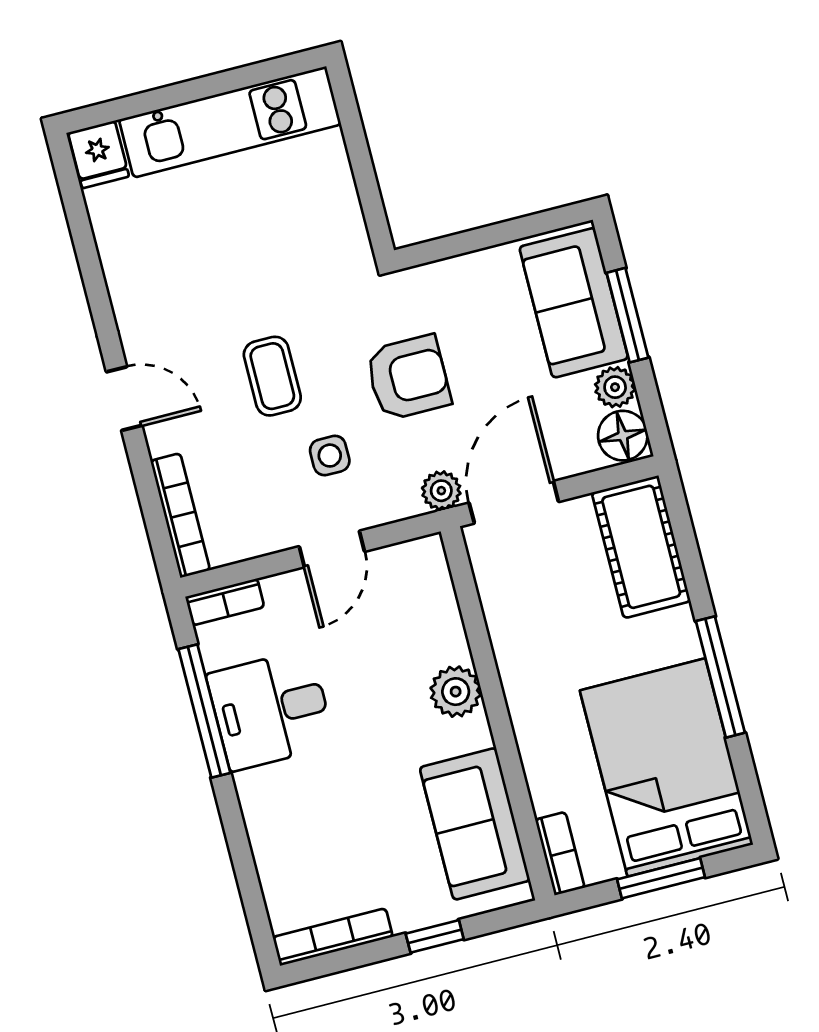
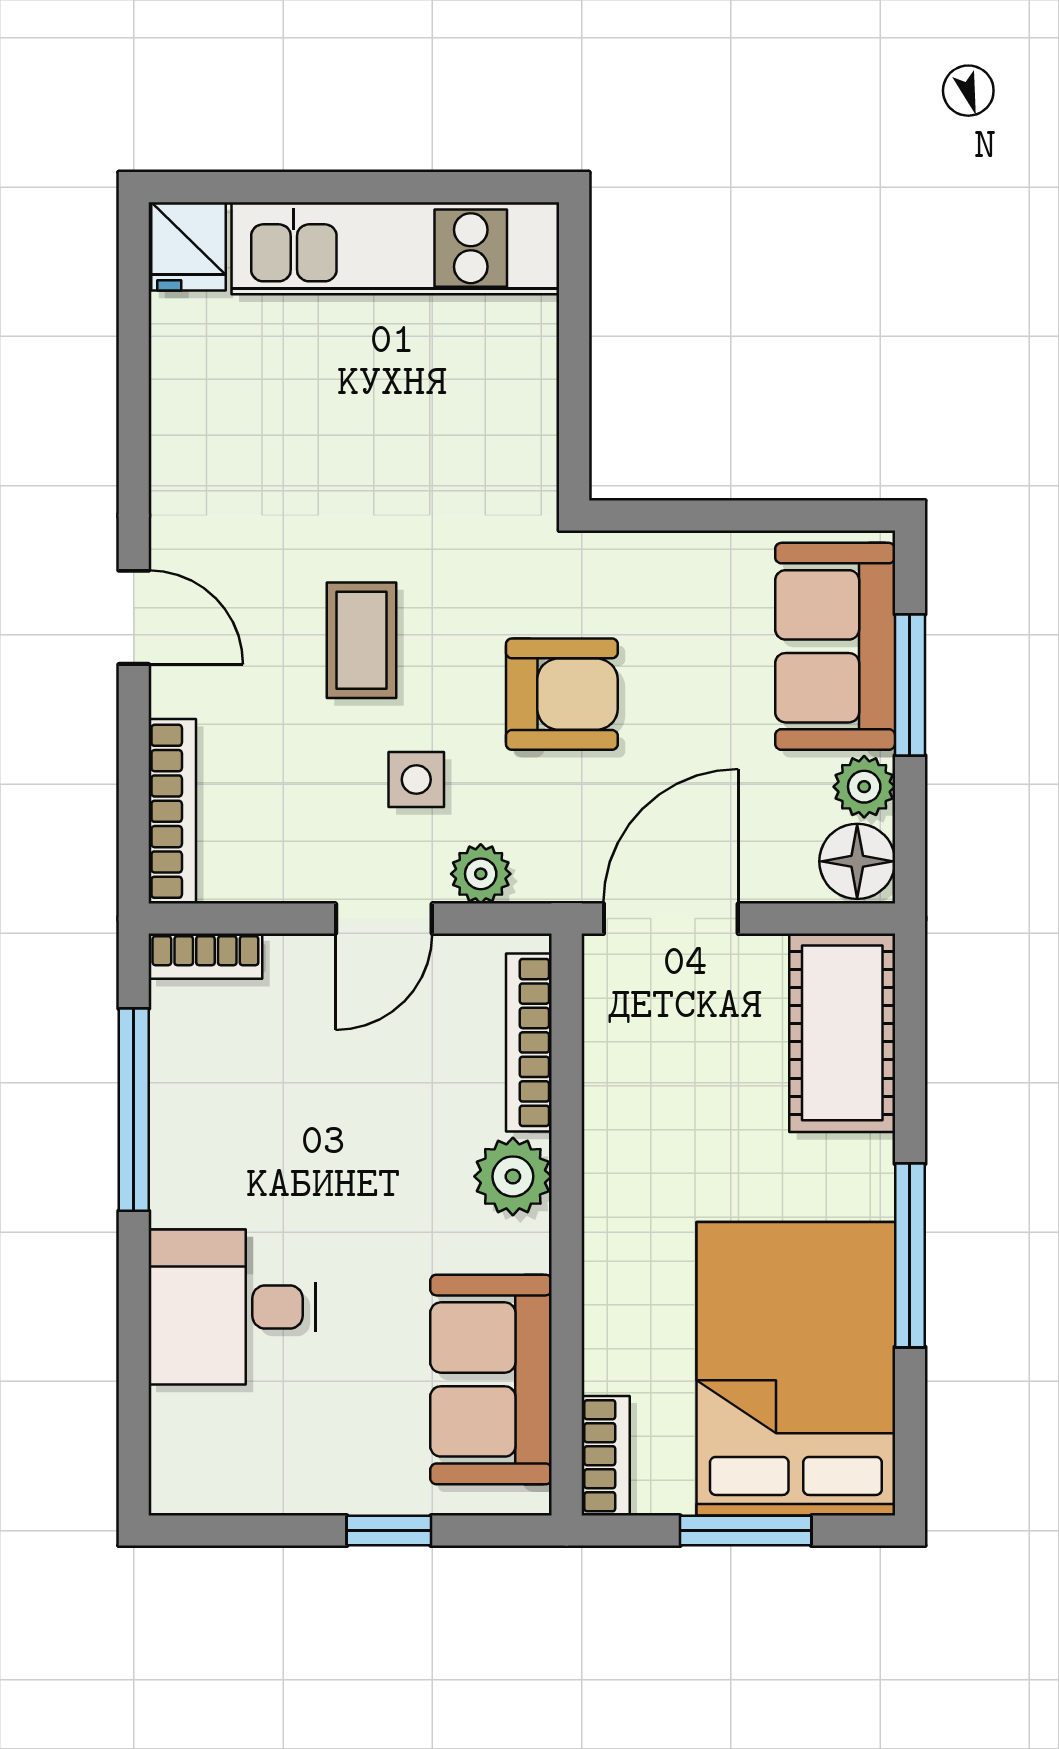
plant: (441, 491) -> (481, 874), moved
desk: (271, 710) -> (232, 1307), moved
bookcase: (333, 937) -> (529, 1042), moved, turned -90

